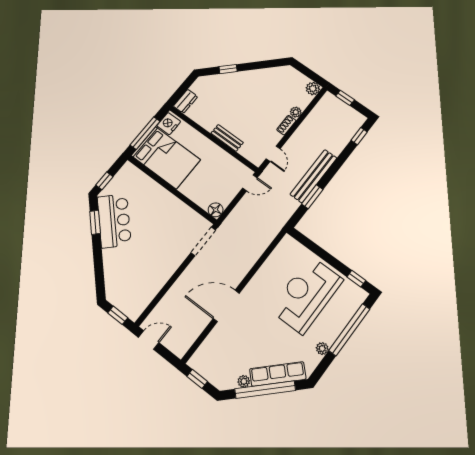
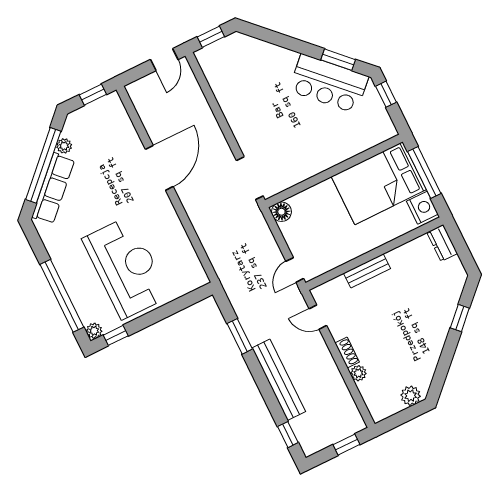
plant: (313, 89) -> (411, 396), moved
bench: (314, 176) -> (279, 380), moved
plant: (322, 349) -> (94, 331), moved

